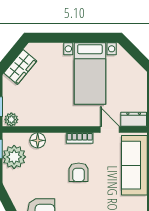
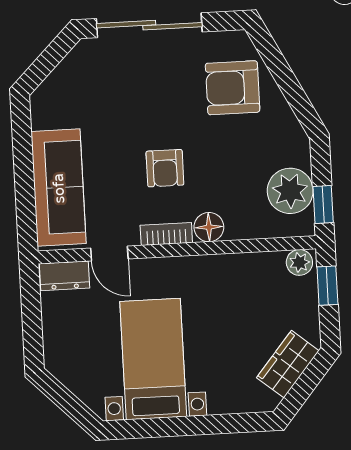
floor lamp: (38, 140) -> (209, 227), moved
armchair: (79, 172) -> (165, 168), turned 180

